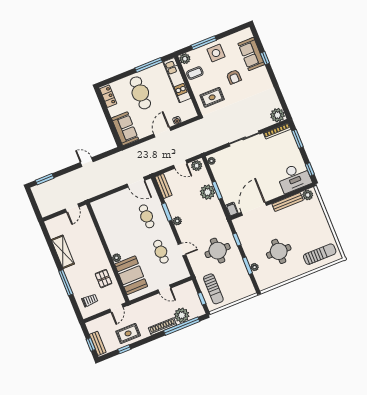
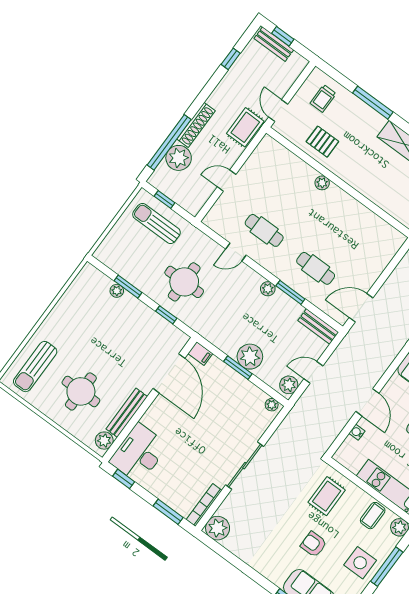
round table: (279, 251) -> (81, 391), moved
booth: (131, 275) -> (286, 171), removed
rug: (128, 333) -> (245, 127), moved

